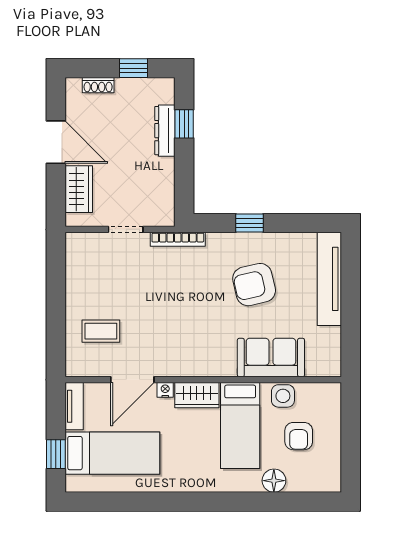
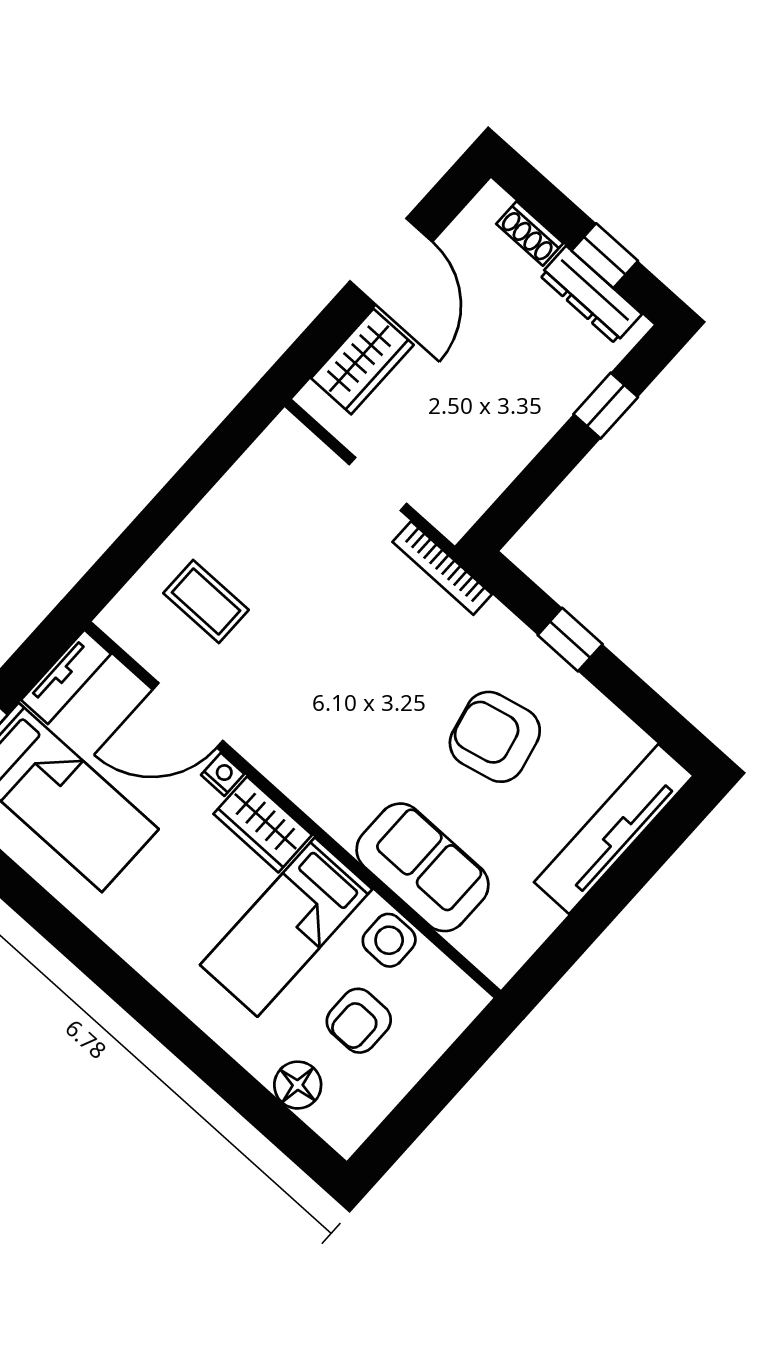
dresser: (165, 131) -> (591, 295), moved, turned -90
floor lamp: (274, 481) -> (298, 1085), moved

